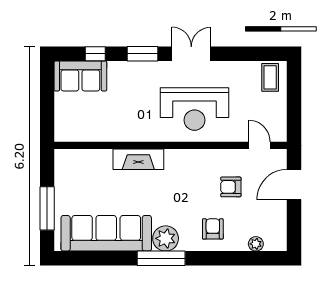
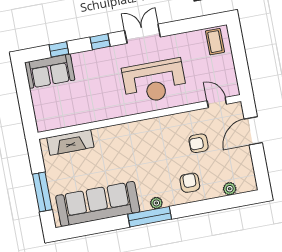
window: (142, 54) -> (100, 42), width x0.67
fireplace: (138, 159) -> (70, 142), moved
plant: (166, 238) -> (156, 203), width x0.53, depth x0.53

